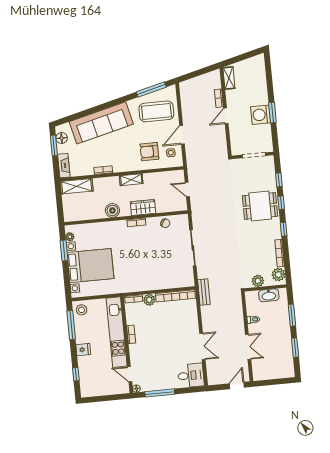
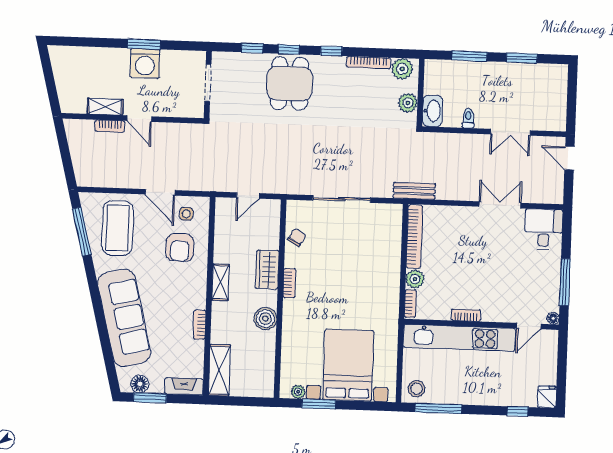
shelving: (229, 78) -> (105, 107), moved
washbasin: (269, 295) -> (432, 111), moved
double door: (248, 347) -> (511, 132), swing flipped
fridge: (83, 350) -> (547, 397), moved

